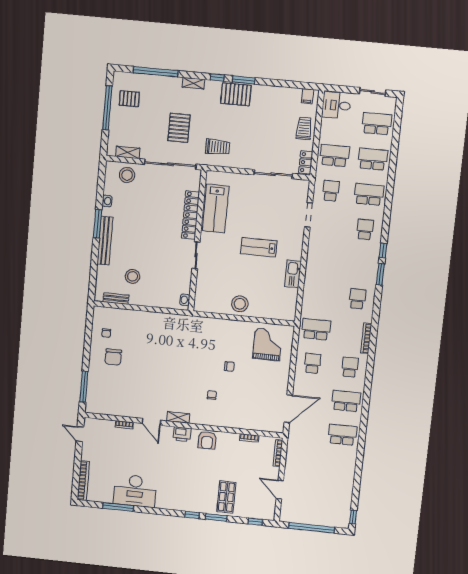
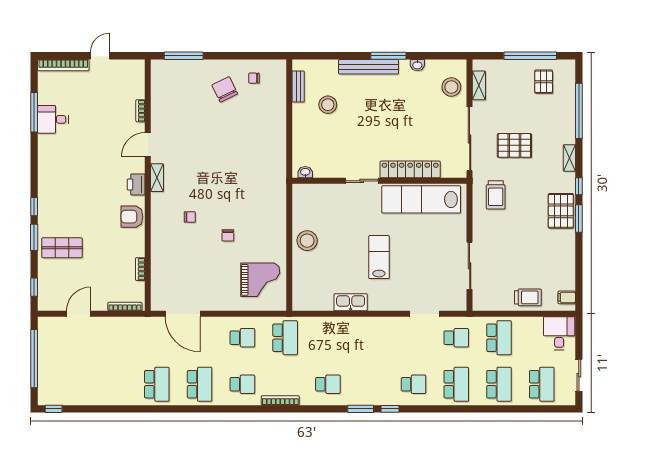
locker: (306, 162) -> (487, 304), removed
lab bench: (216, 209) -> (421, 199), width x1.36
chair: (113, 357) -> (225, 89), turned 64
door: (80, 434) -> (100, 56), moved
desk: (135, 491) -> (53, 119), width x0.53, depth x0.77

